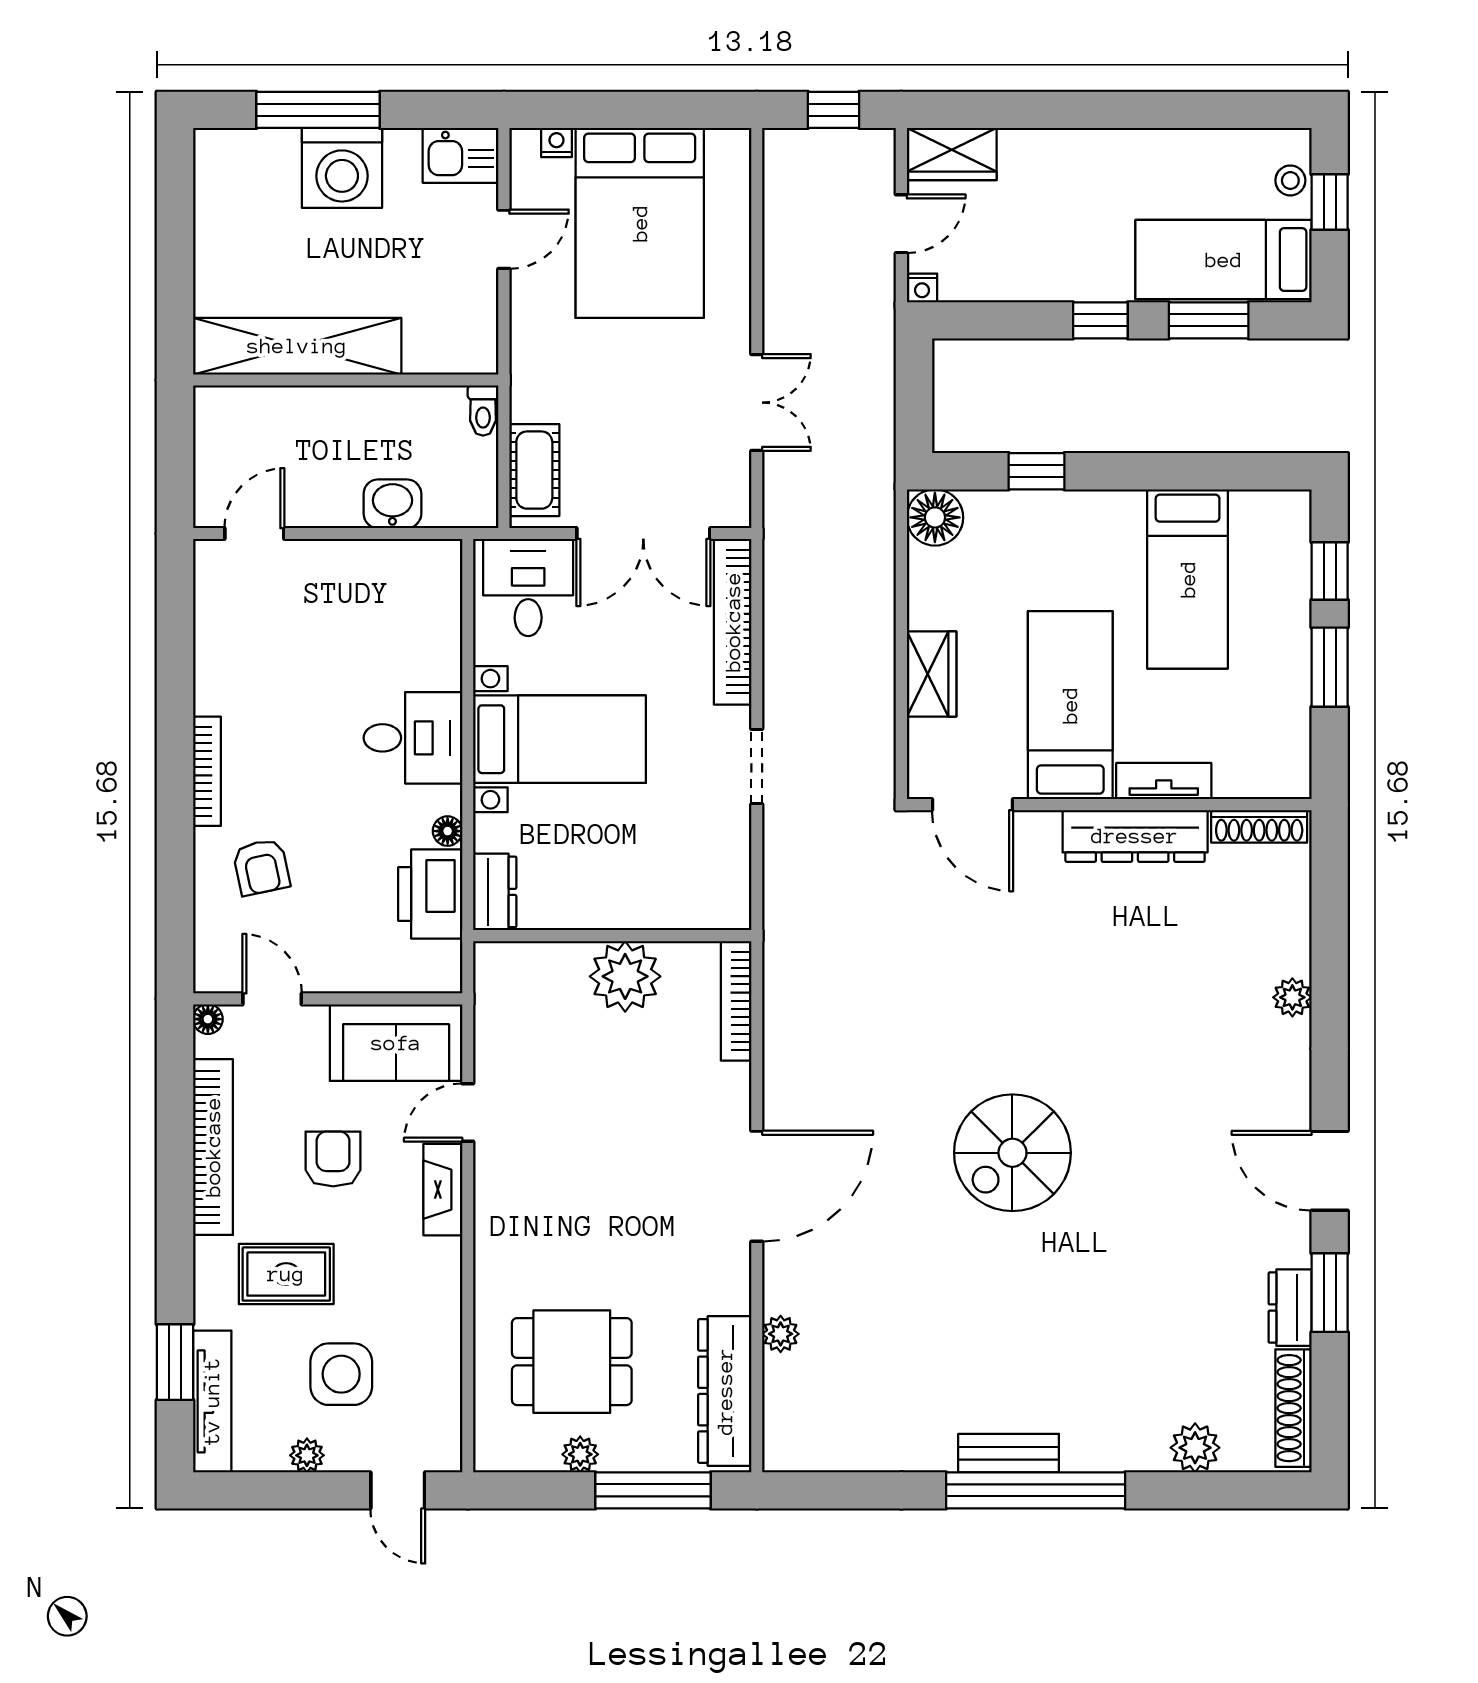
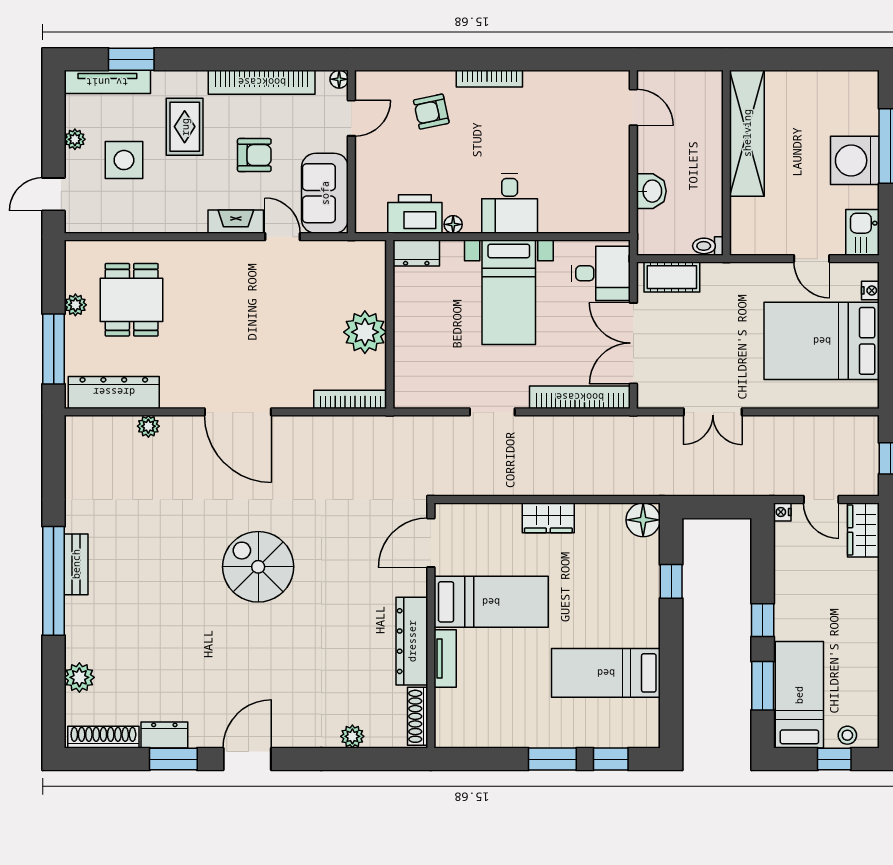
bed: (1070, 705) -> (491, 602), moved
tv unit: (1164, 781) -> (445, 658), moved
door: (973, 805) -> (431, 543), moved
wall: (1109, 805) -> (431, 625), moved
shoe rack: (1259, 826) -> (418, 716), moved
dresser: (1135, 836) -> (412, 641), moved

